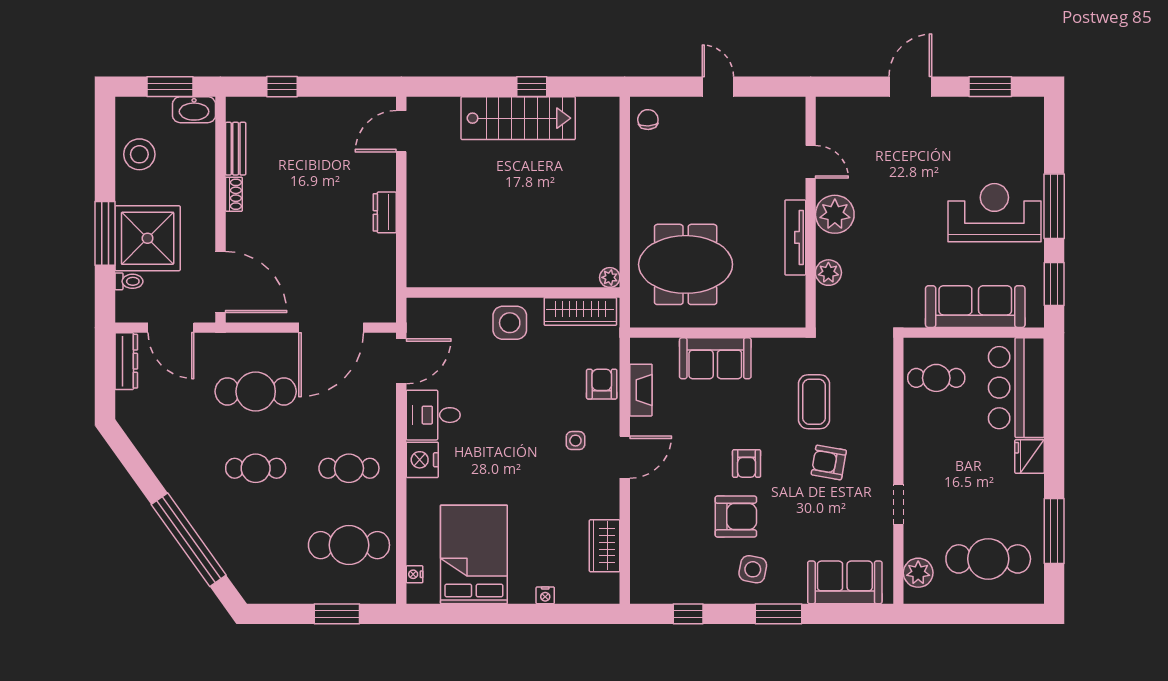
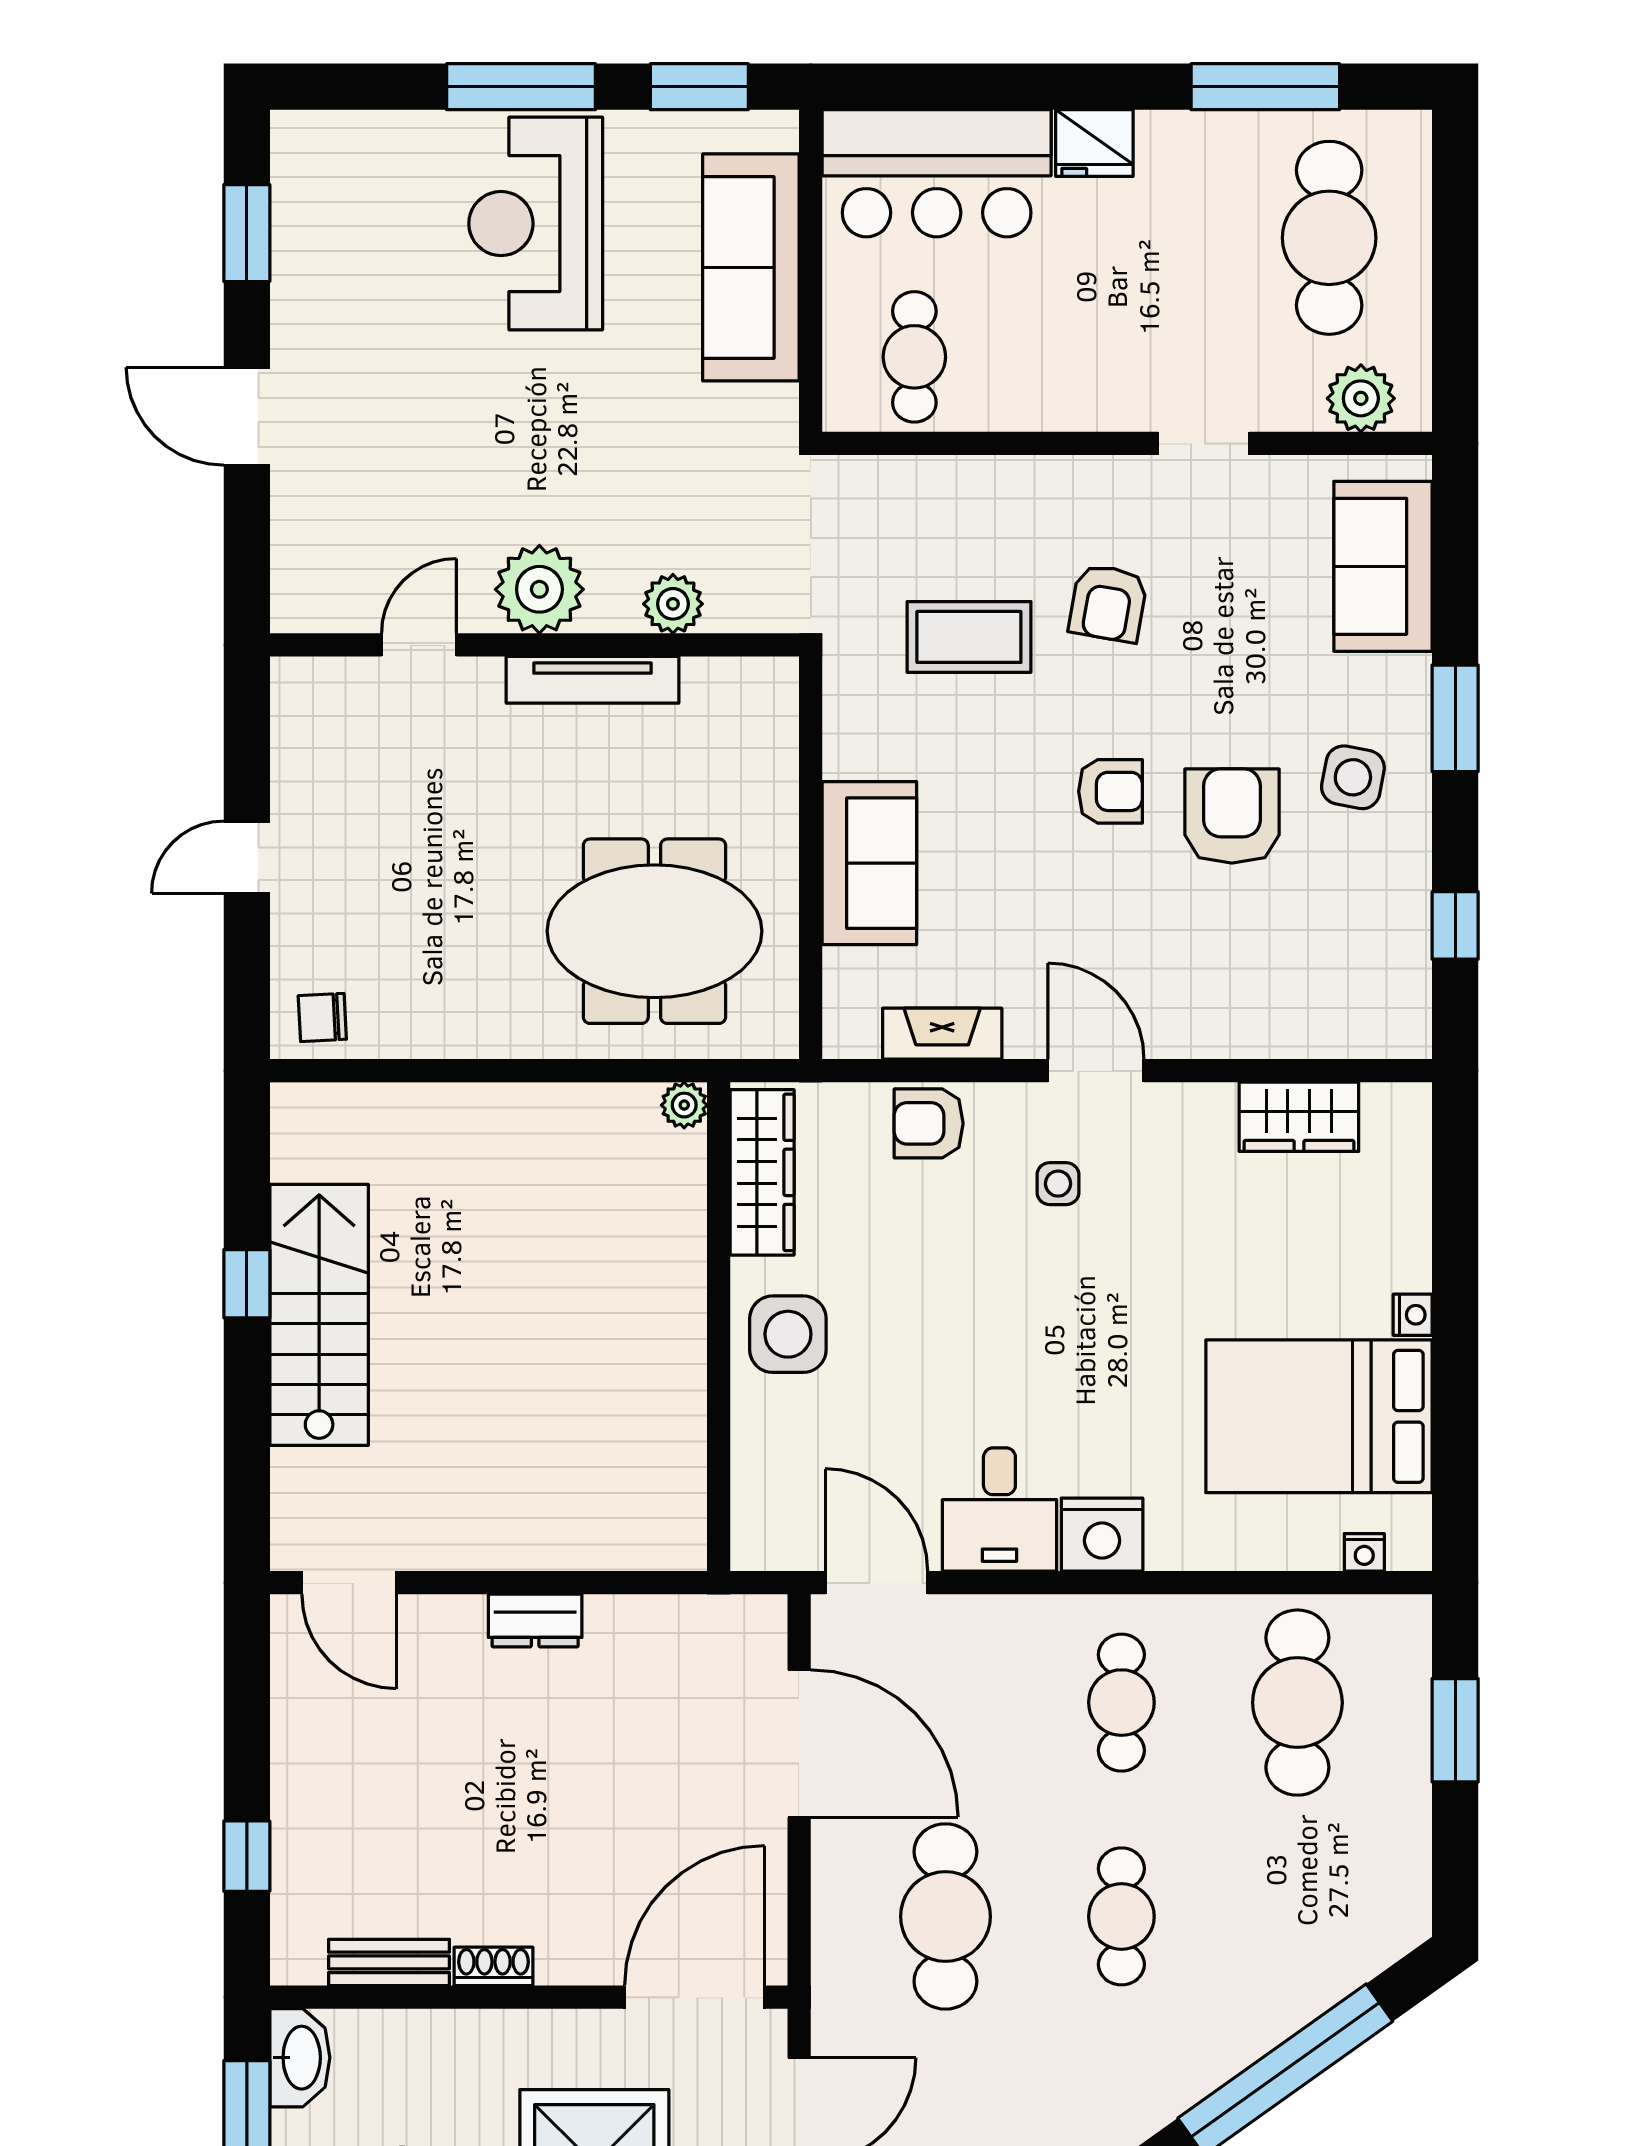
meeting table: (686, 264) -> (654, 931), turned 90
nightstand: (545, 595) -> (1413, 1315), moved

